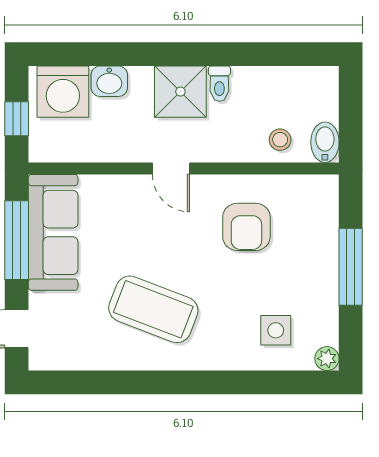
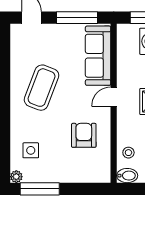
armchair: (246, 227) -> (84, 135), turned 90
sofa: (53, 232) -> (98, 56), moved, turned 90
window: (351, 267) -> (40, 189), moved

